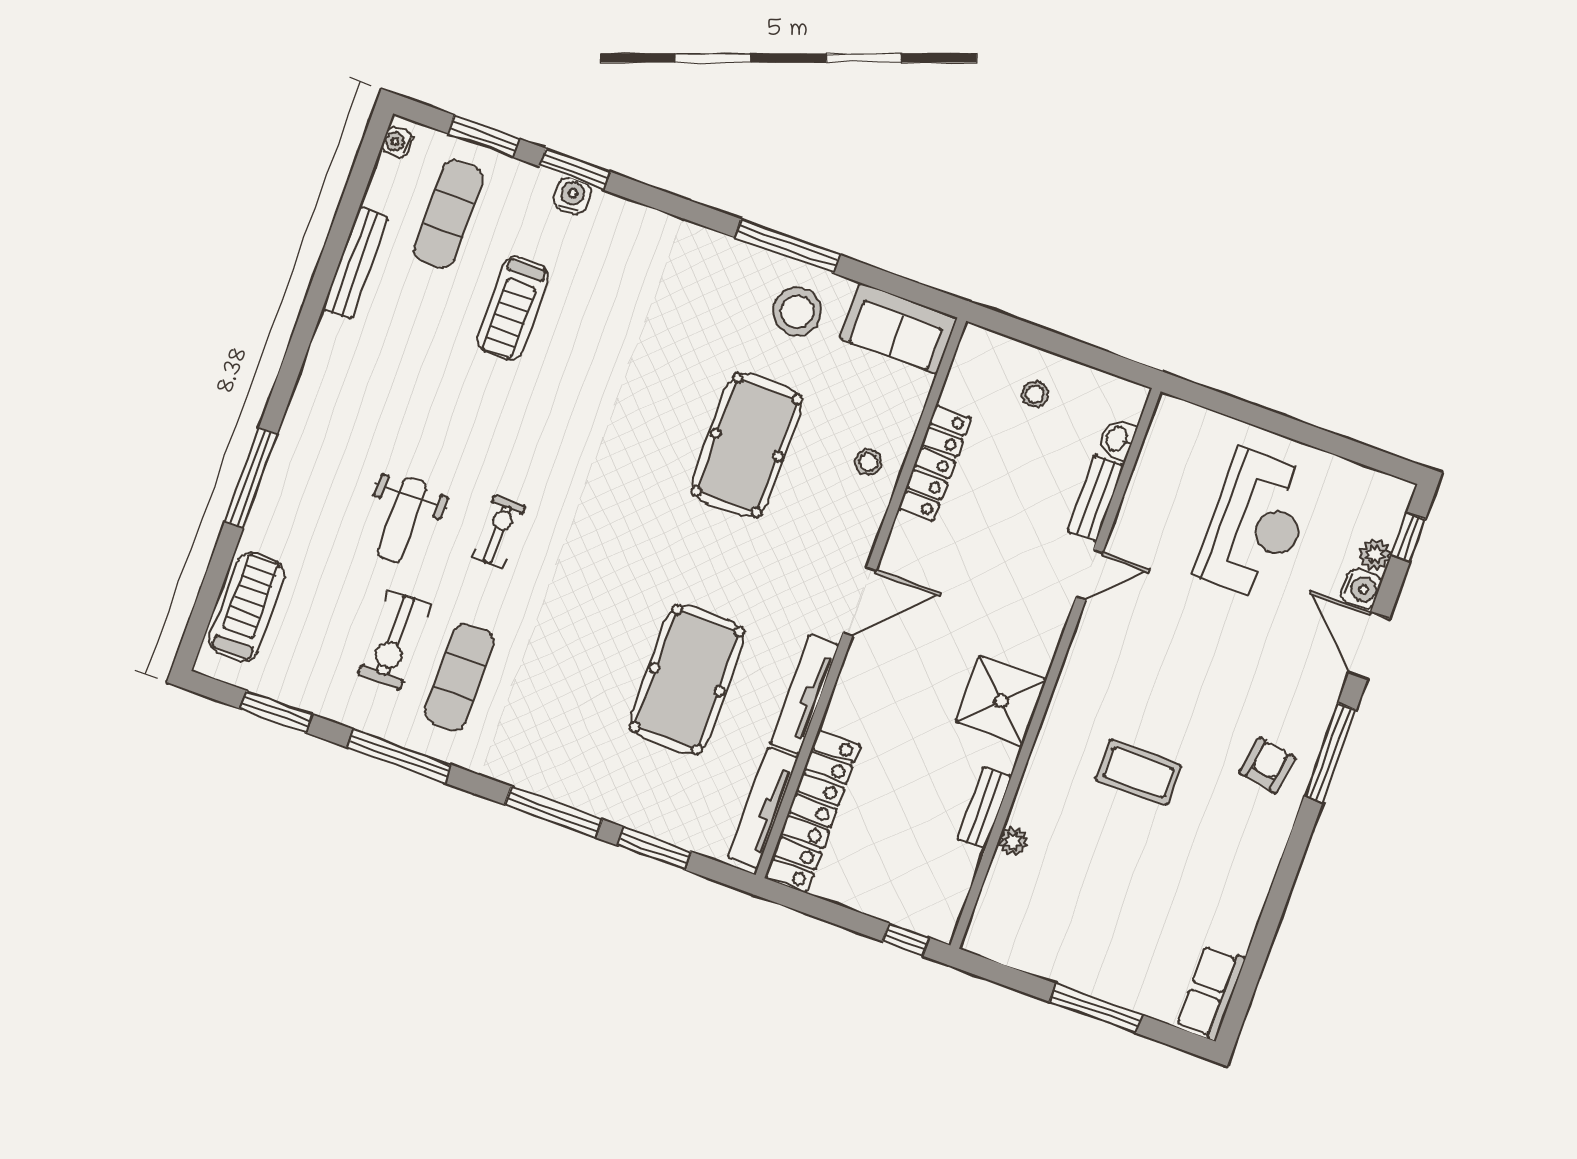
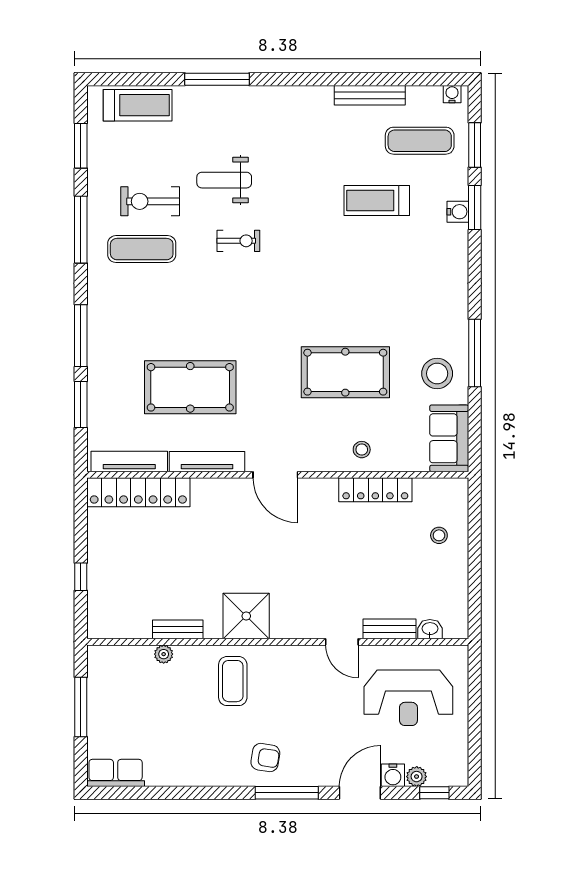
washbasin: (1117, 439) -> (430, 629), moved
bench: (1096, 498) -> (390, 629), moved
door: (1089, 575) -> (342, 642), moved
wall: (1056, 668) -> (278, 642), moved
shower: (1001, 701) -> (246, 616), moved
bench: (984, 808) -> (178, 629), moved
plant: (1013, 841) -> (164, 654), moved

